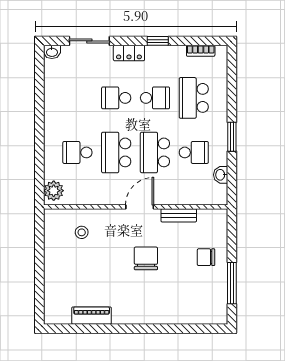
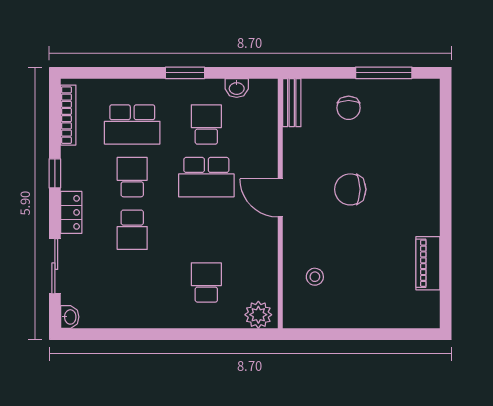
bookcase: (201, 51) -> (68, 115), width x1.56
school desk: (77, 152) -> (206, 282), turned 180
school desk: (116, 152) -> (206, 230), removed
bench: (179, 215) -> (292, 103), moved

